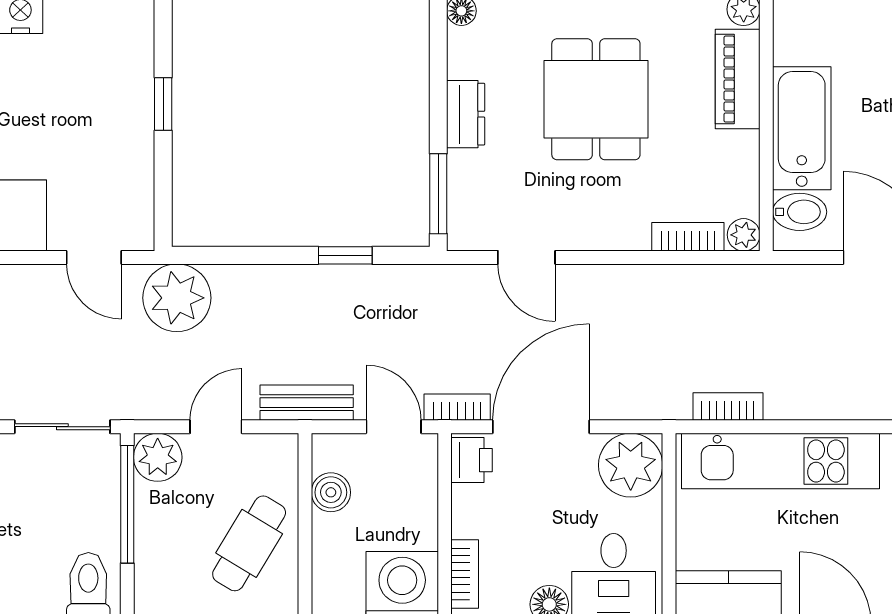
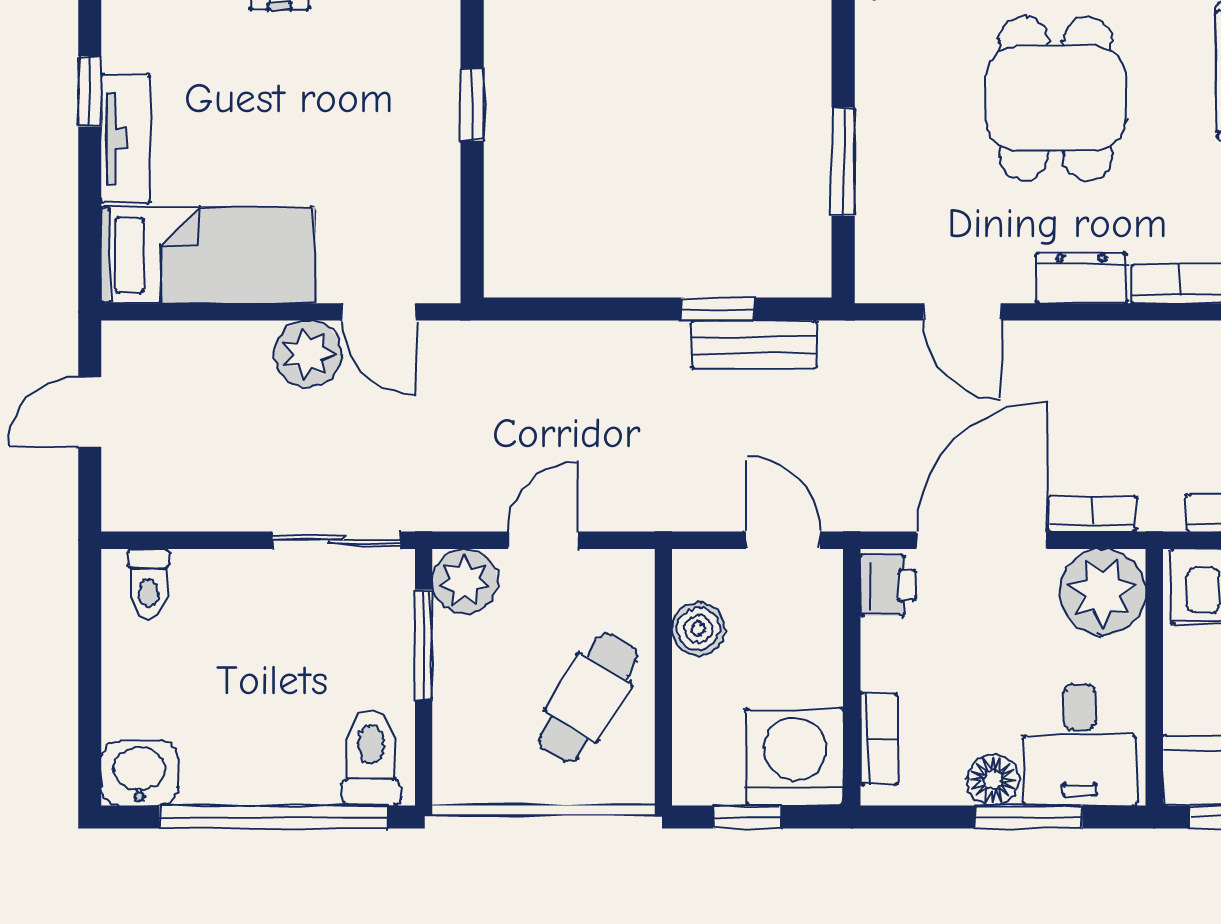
dresser: (466, 114) -> (1081, 278), moved, turned -90
window: (438, 194) -> (843, 162), moved
plant: (177, 298) -> (308, 354), moved, width x0.73, depth x0.73
bench: (307, 403) -> (754, 344), moved
bookcase: (457, 407) -> (1092, 514), moved
window: (127, 504) -> (424, 645), width x0.69

